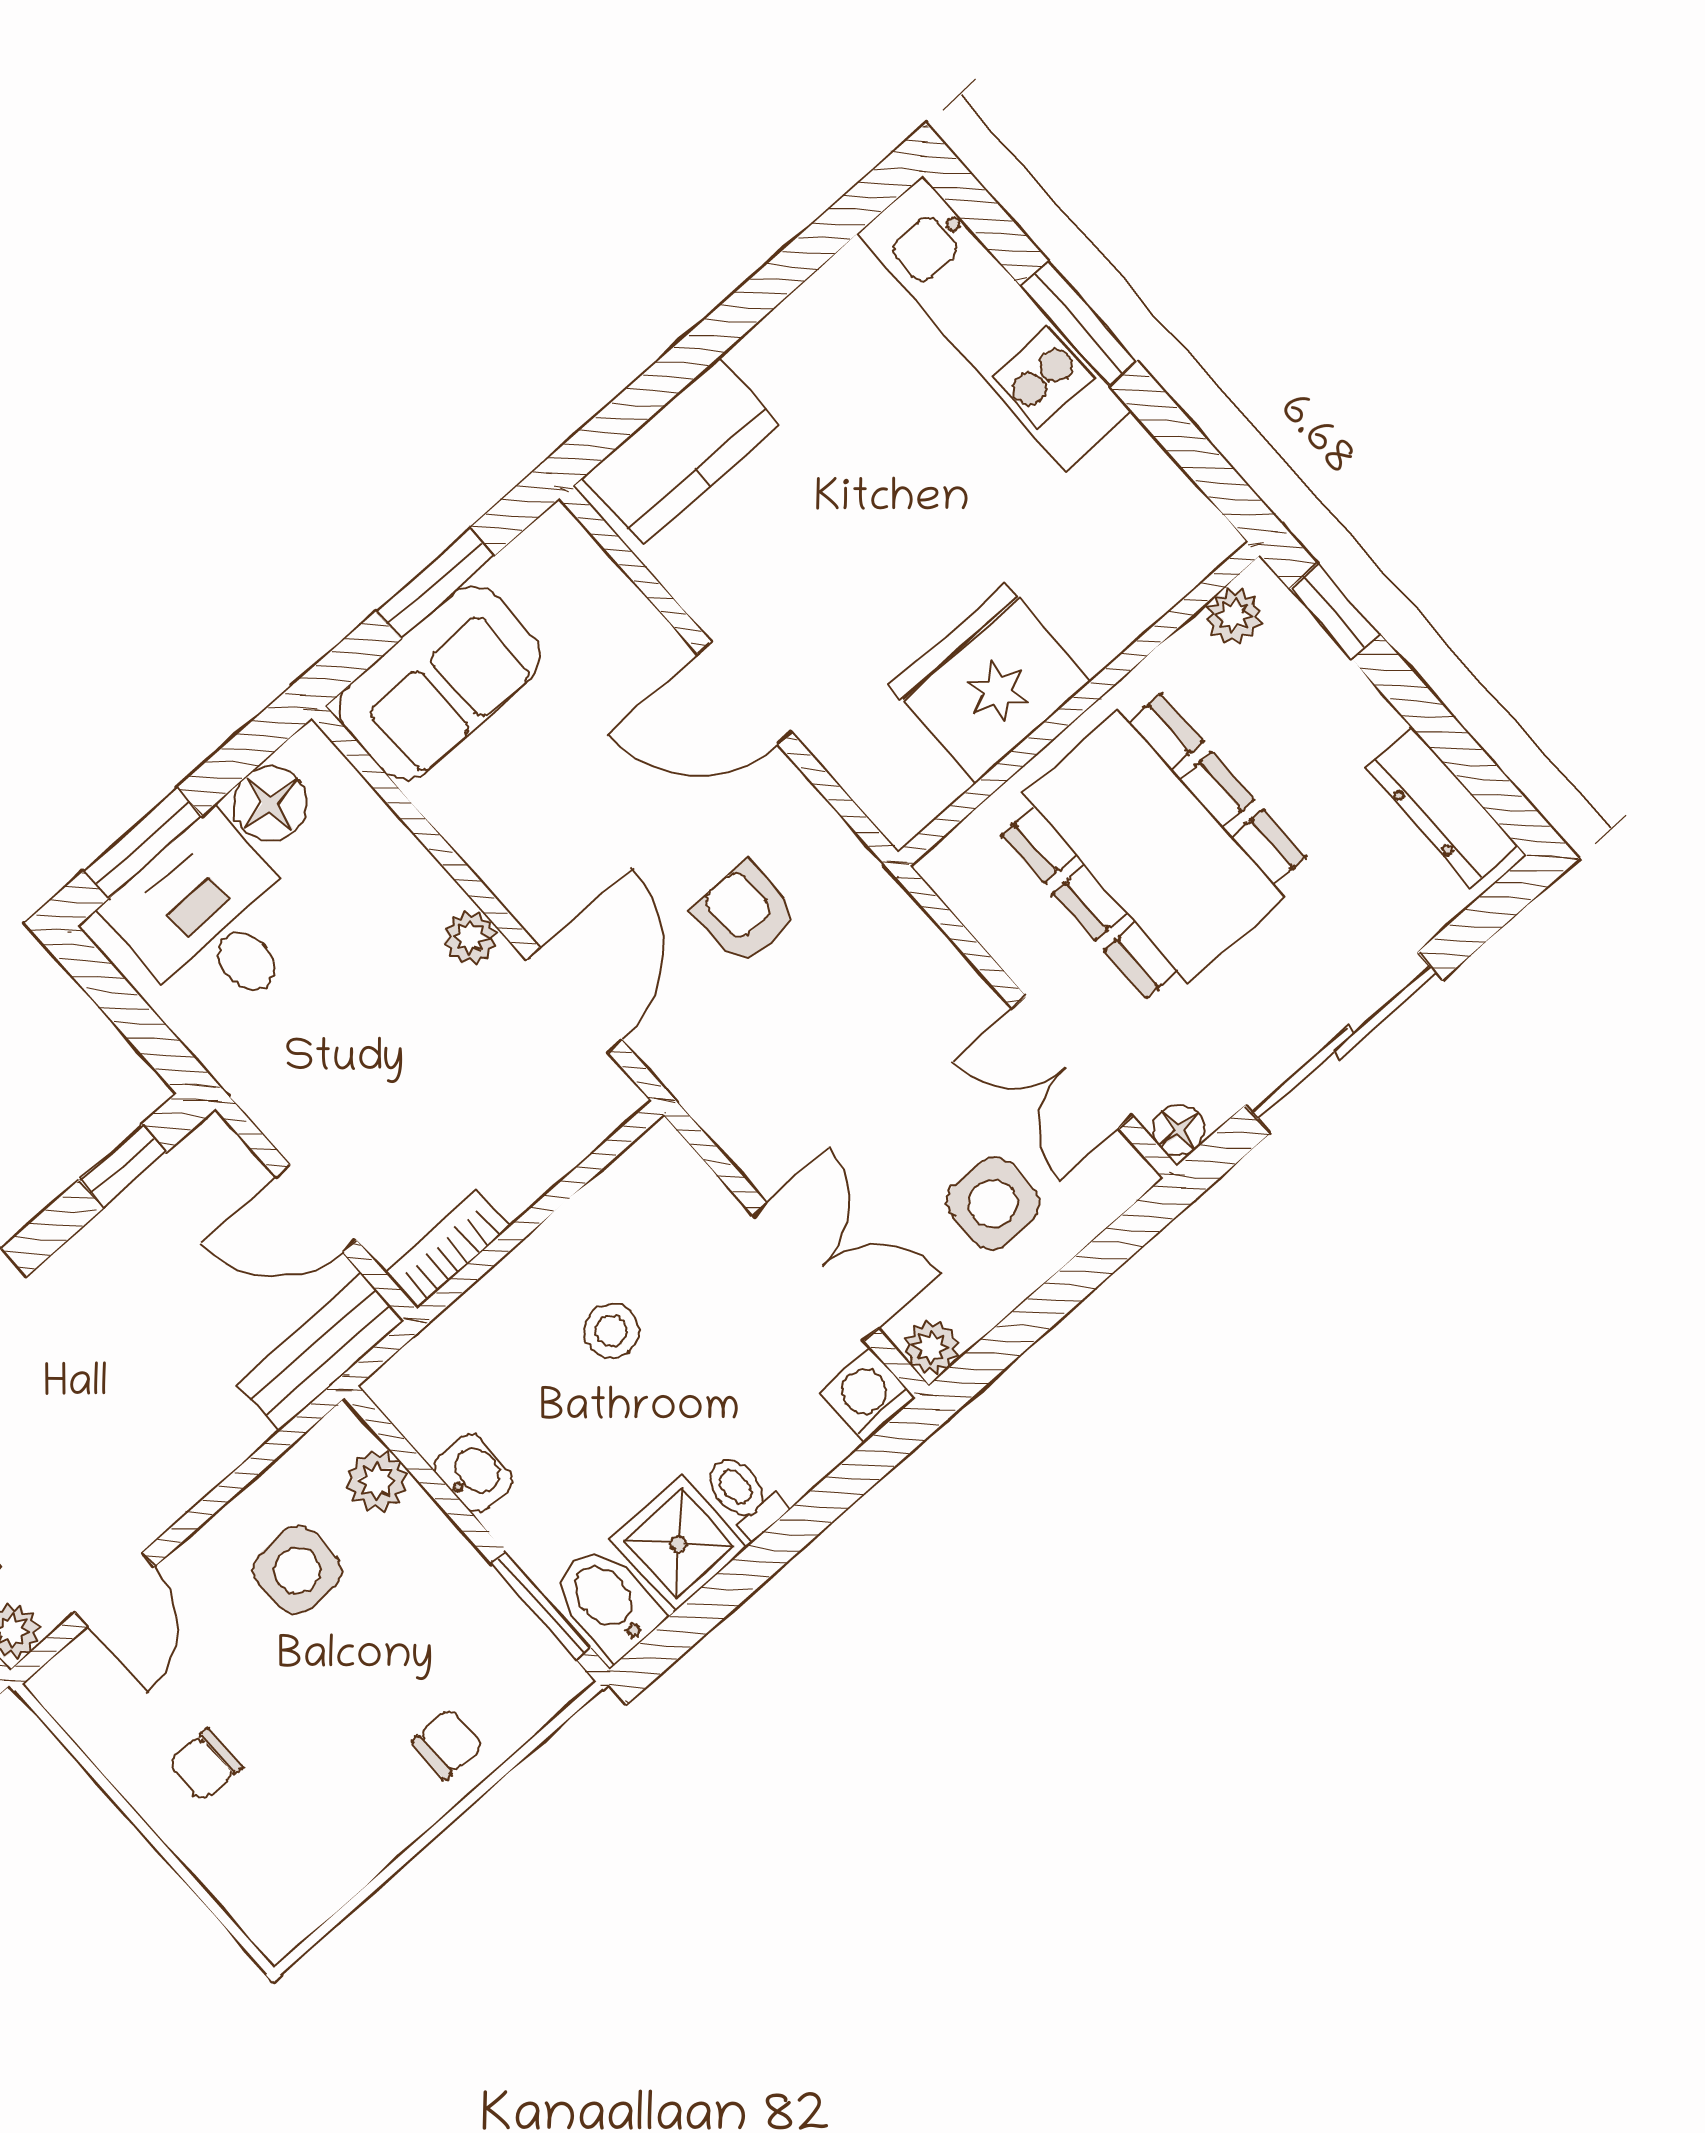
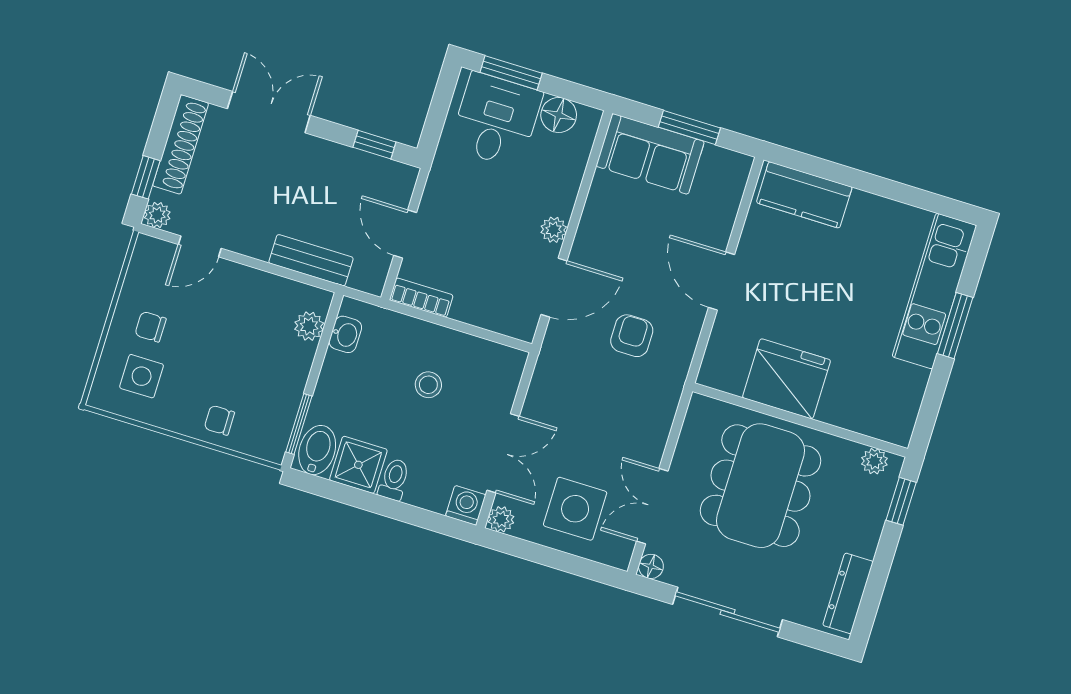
side table: (993, 1203) -> (575, 509), width x1.37, depth x1.37
bench: (320, 1352) -> (311, 260), moved
washbasin: (474, 1473) -> (345, 334), moved
side table: (297, 1570) -> (142, 376), moved
chair: (447, 1744) -> (219, 420), turned 180

